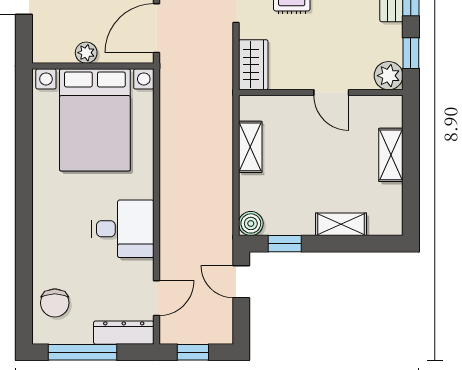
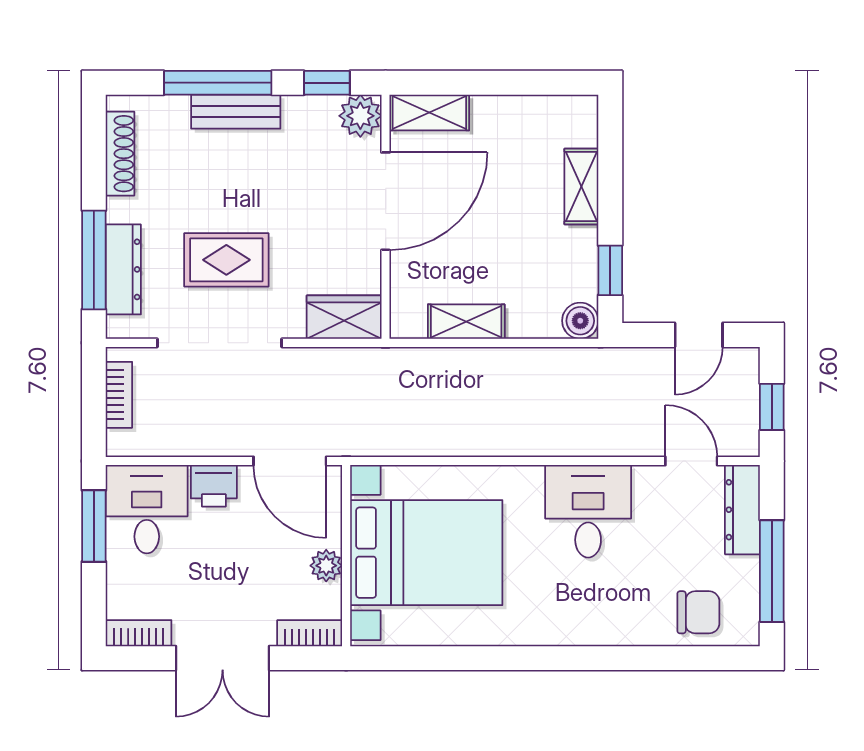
bookcase: (41, 42) -> (310, 633), added
door: (331, 93) -> (386, 201), width x1.88
shelving: (391, 155) -> (429, 112), moved
door: (241, 282) -> (699, 335), moved

